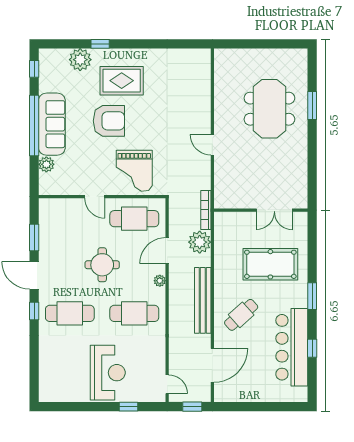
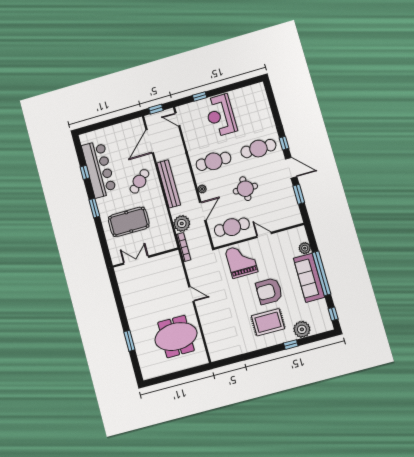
meeting table: (269, 109) -> (176, 337), moved, turned 90

